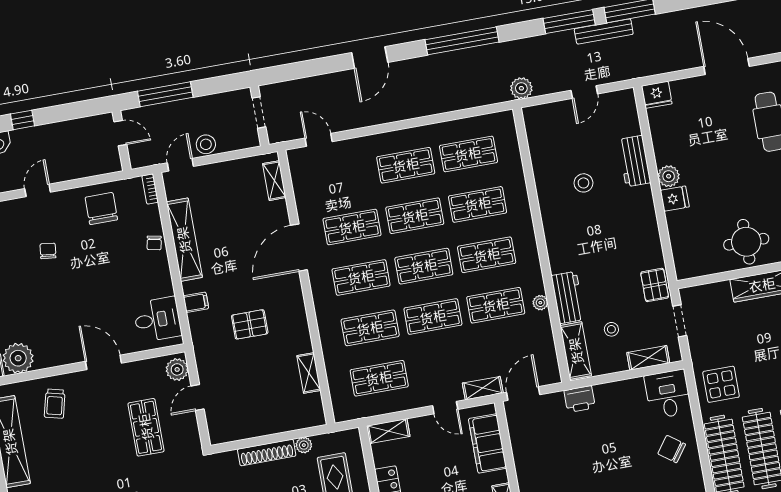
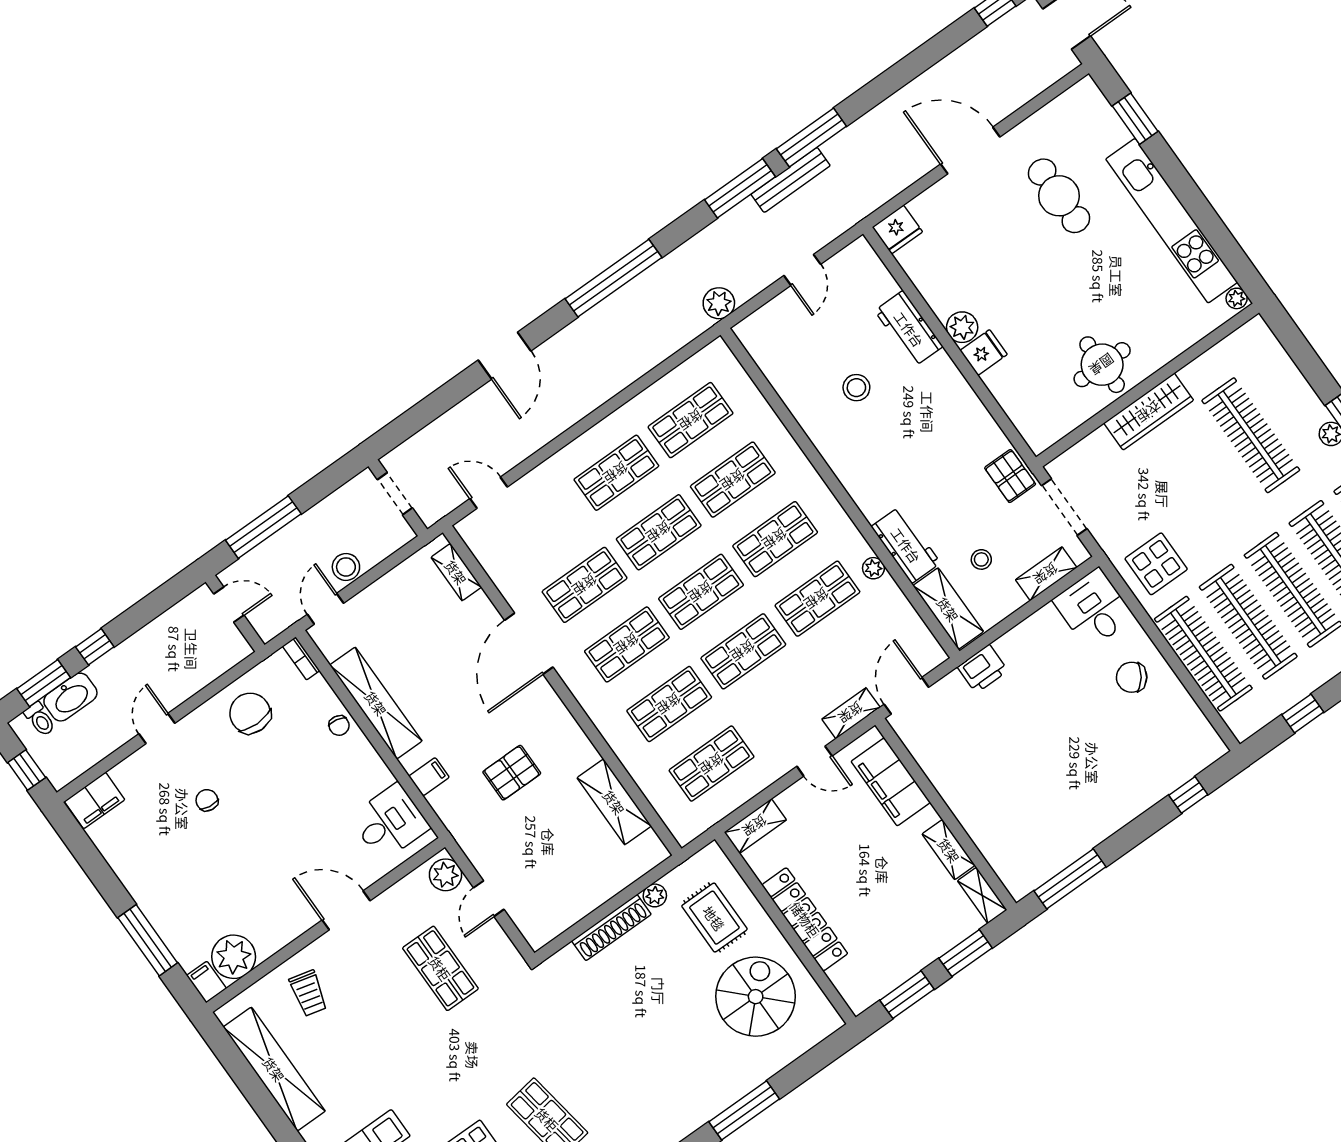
doorway: (680, 321) -> (1064, 507), width x1.38
shelving: (309, 373) -> (614, 802), width x1.50, depth x1.33

